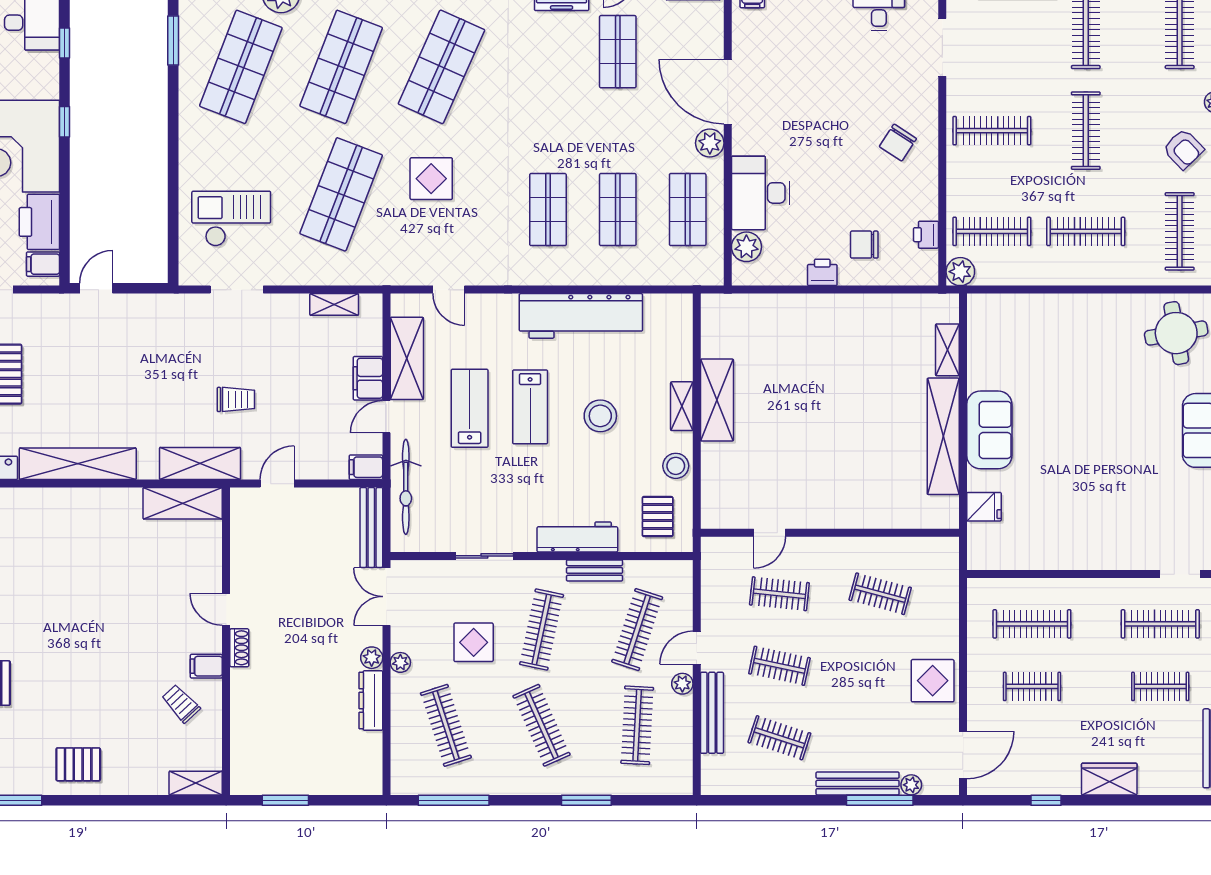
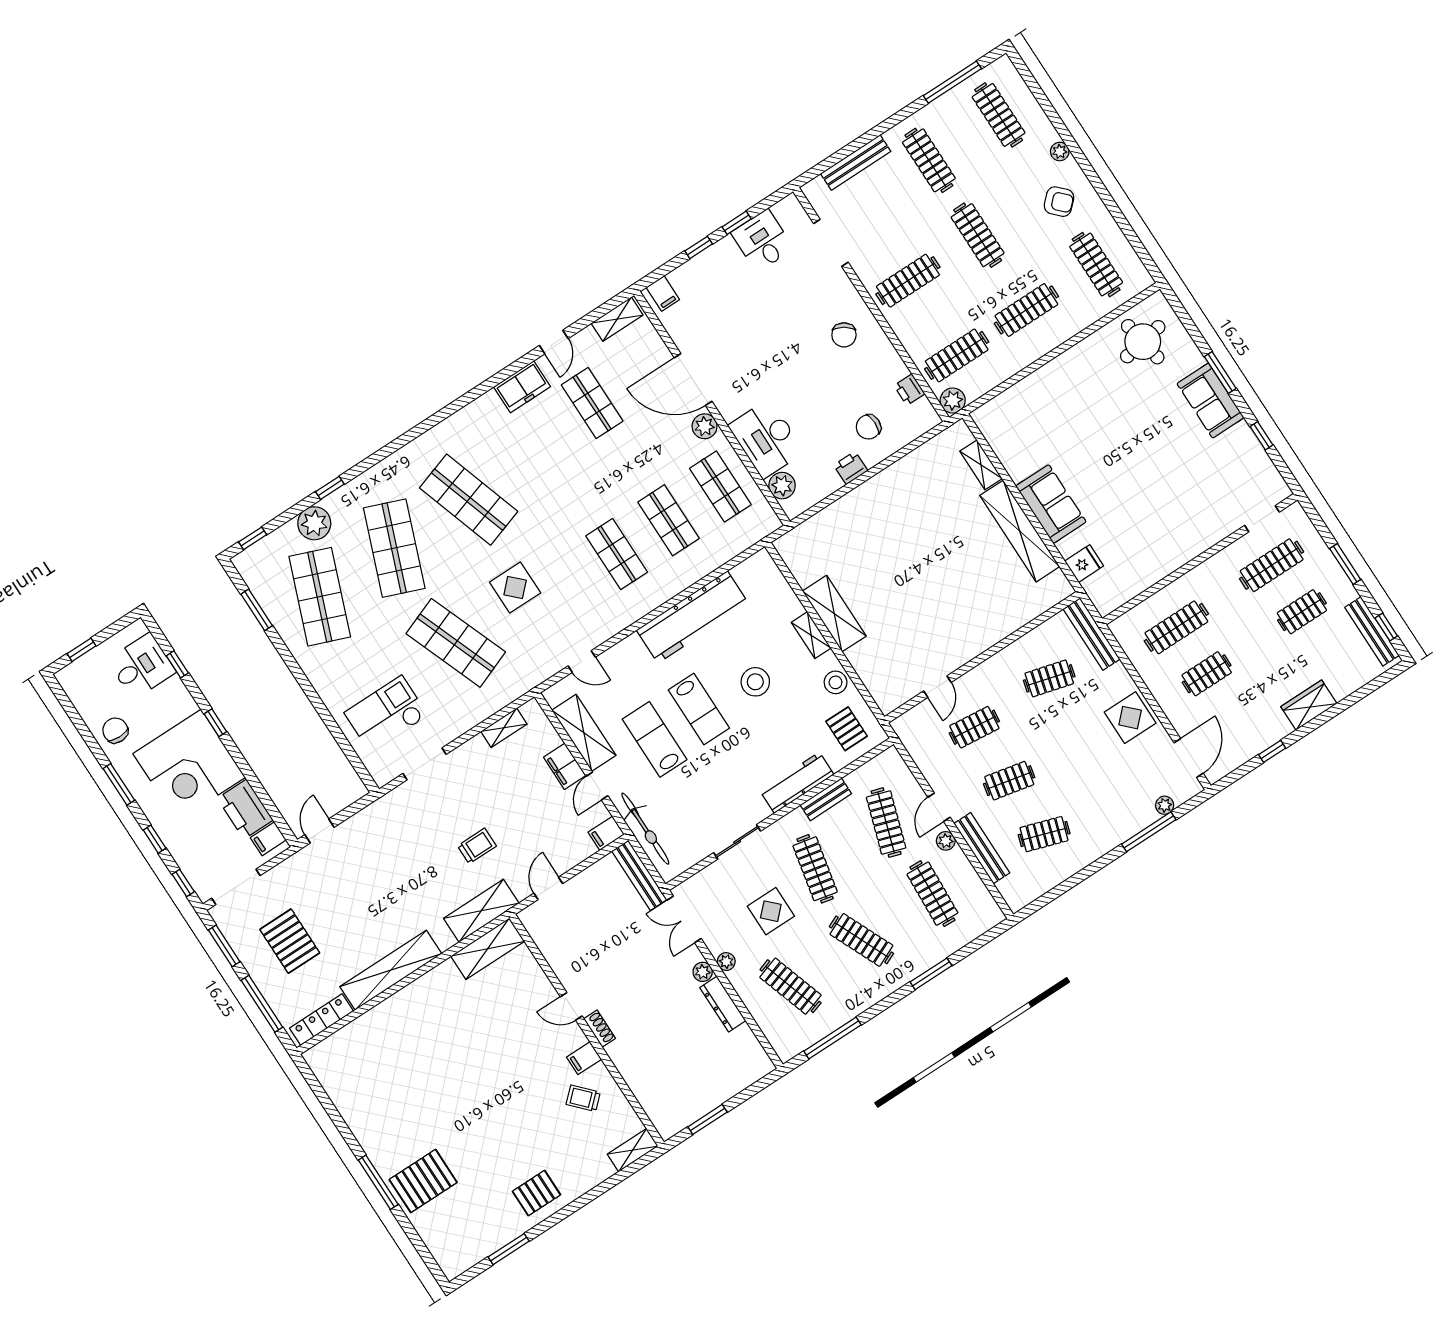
shop shelf: (441, 67) -> (469, 500), turned -42
shop shelf: (341, 194) -> (456, 643), turned -42
bench: (858, 783) -> (1091, 634), moved, turned 90

